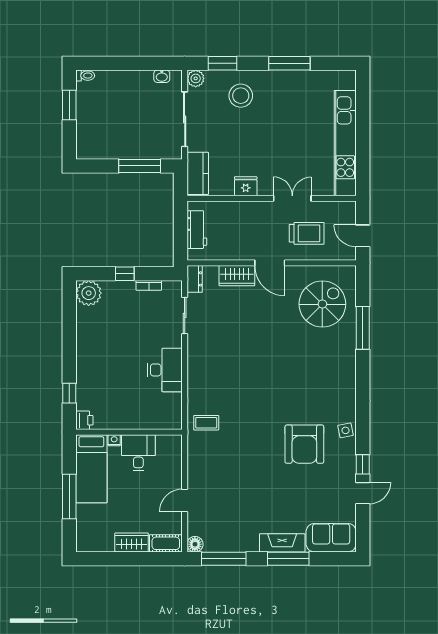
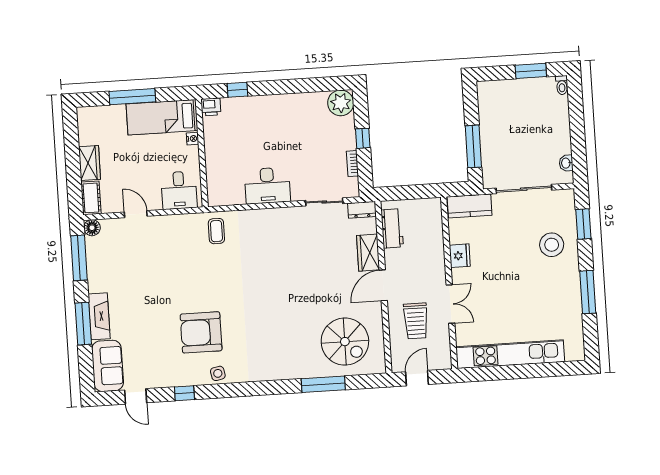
plant: (196, 78) -> (566, 198), removed
workbench: (197, 230) -> (392, 228), moved, turned -90
desk: (138, 453) -> (179, 190), moved, turned 90
door: (363, 493) -> (136, 396), moved

